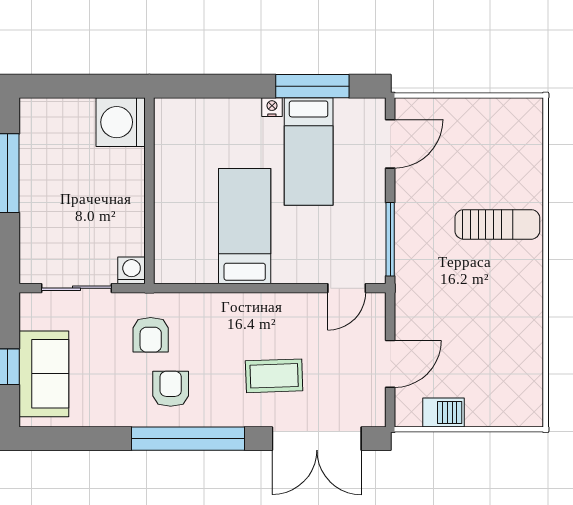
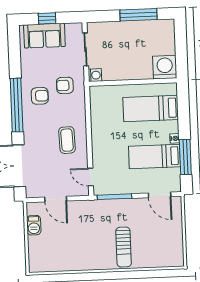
bed: (245, 226) -> (151, 109), moved, turned 180
coffee table: (274, 376) -> (67, 140), moved

